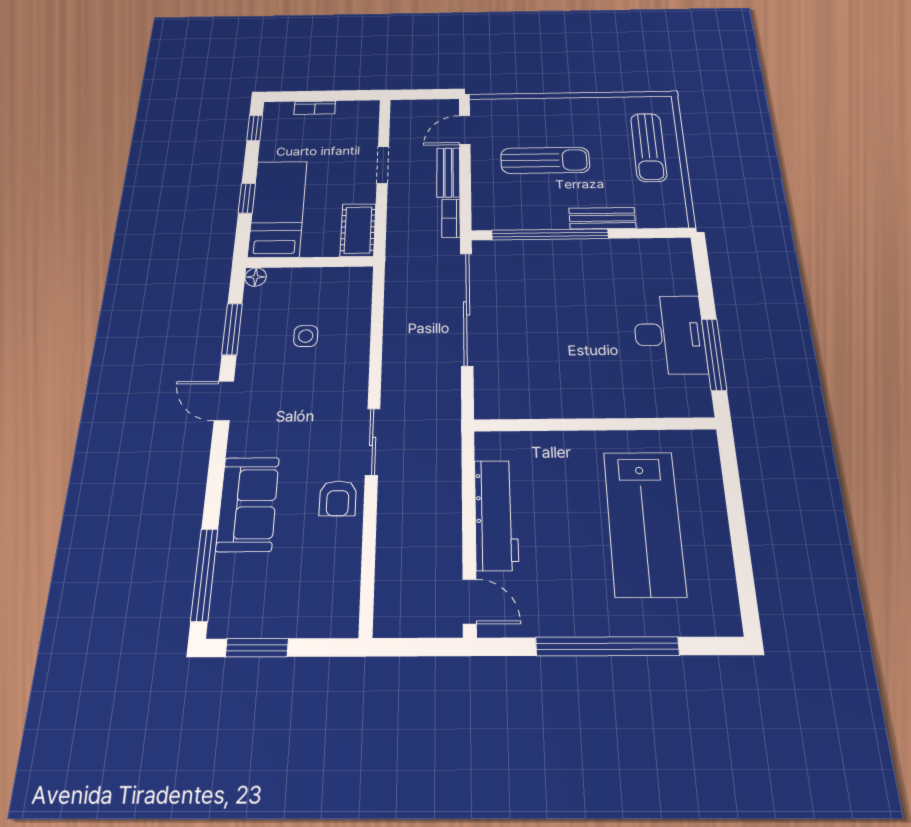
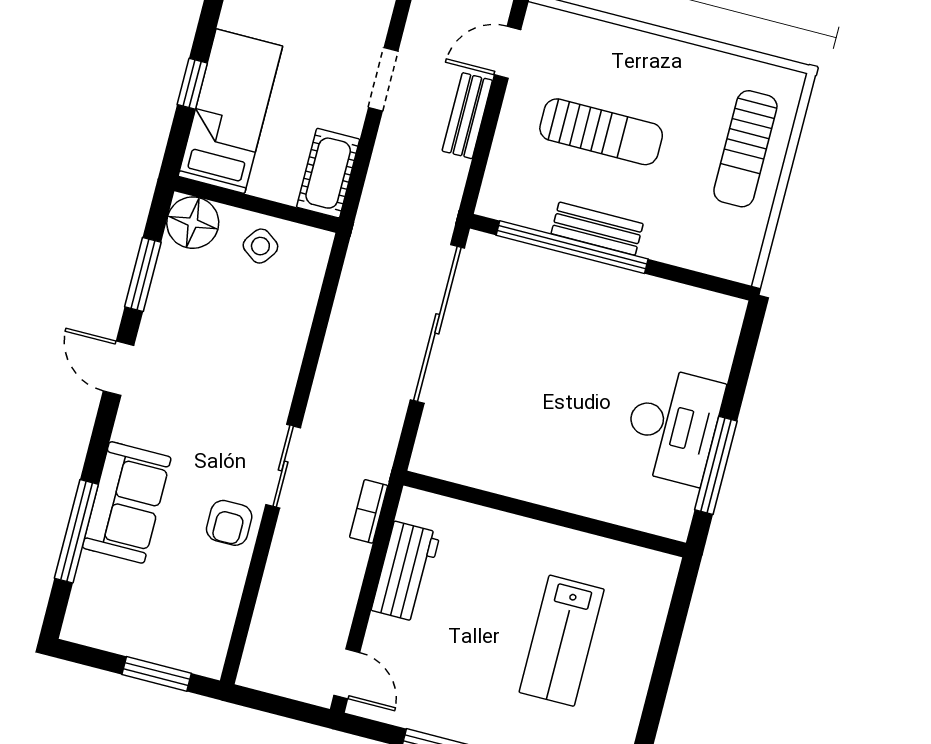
bookcase: (451, 218) -> (369, 511), moved
bench: (602, 218) -> (597, 229), moved
floor lamp: (256, 277) -> (193, 223), width x1.89, depth x1.89
side table: (306, 336) -> (260, 246), moved, turned 36
workbench: (496, 515) -> (406, 572), width x0.73
lab bench: (644, 523) -> (562, 641), width x0.73, depth x0.72
window: (204, 575) -> (76, 531), moved
window: (257, 648) -> (157, 674), moved

